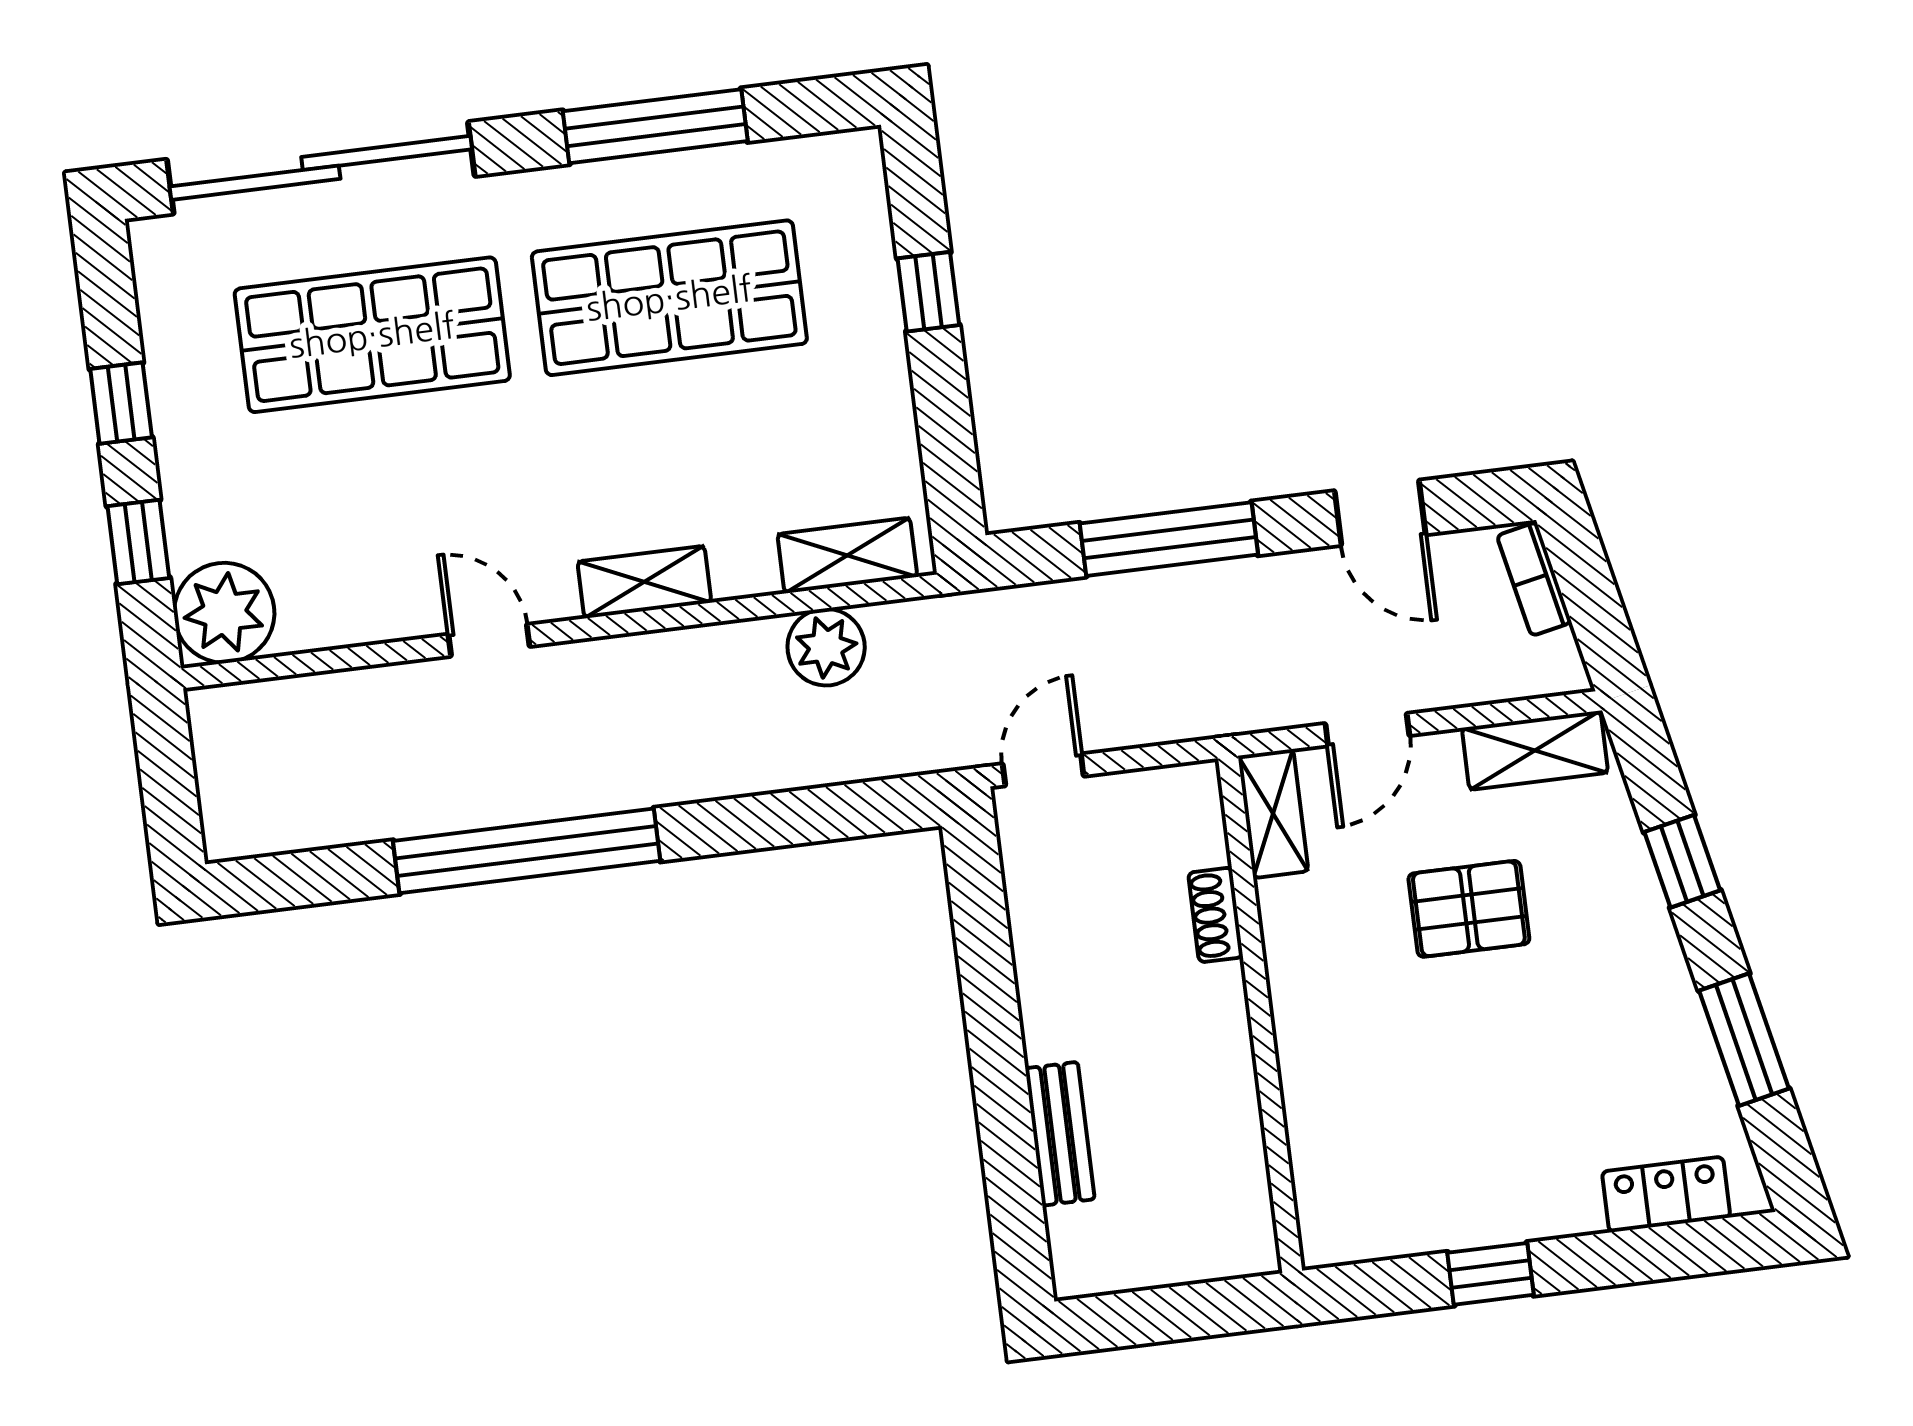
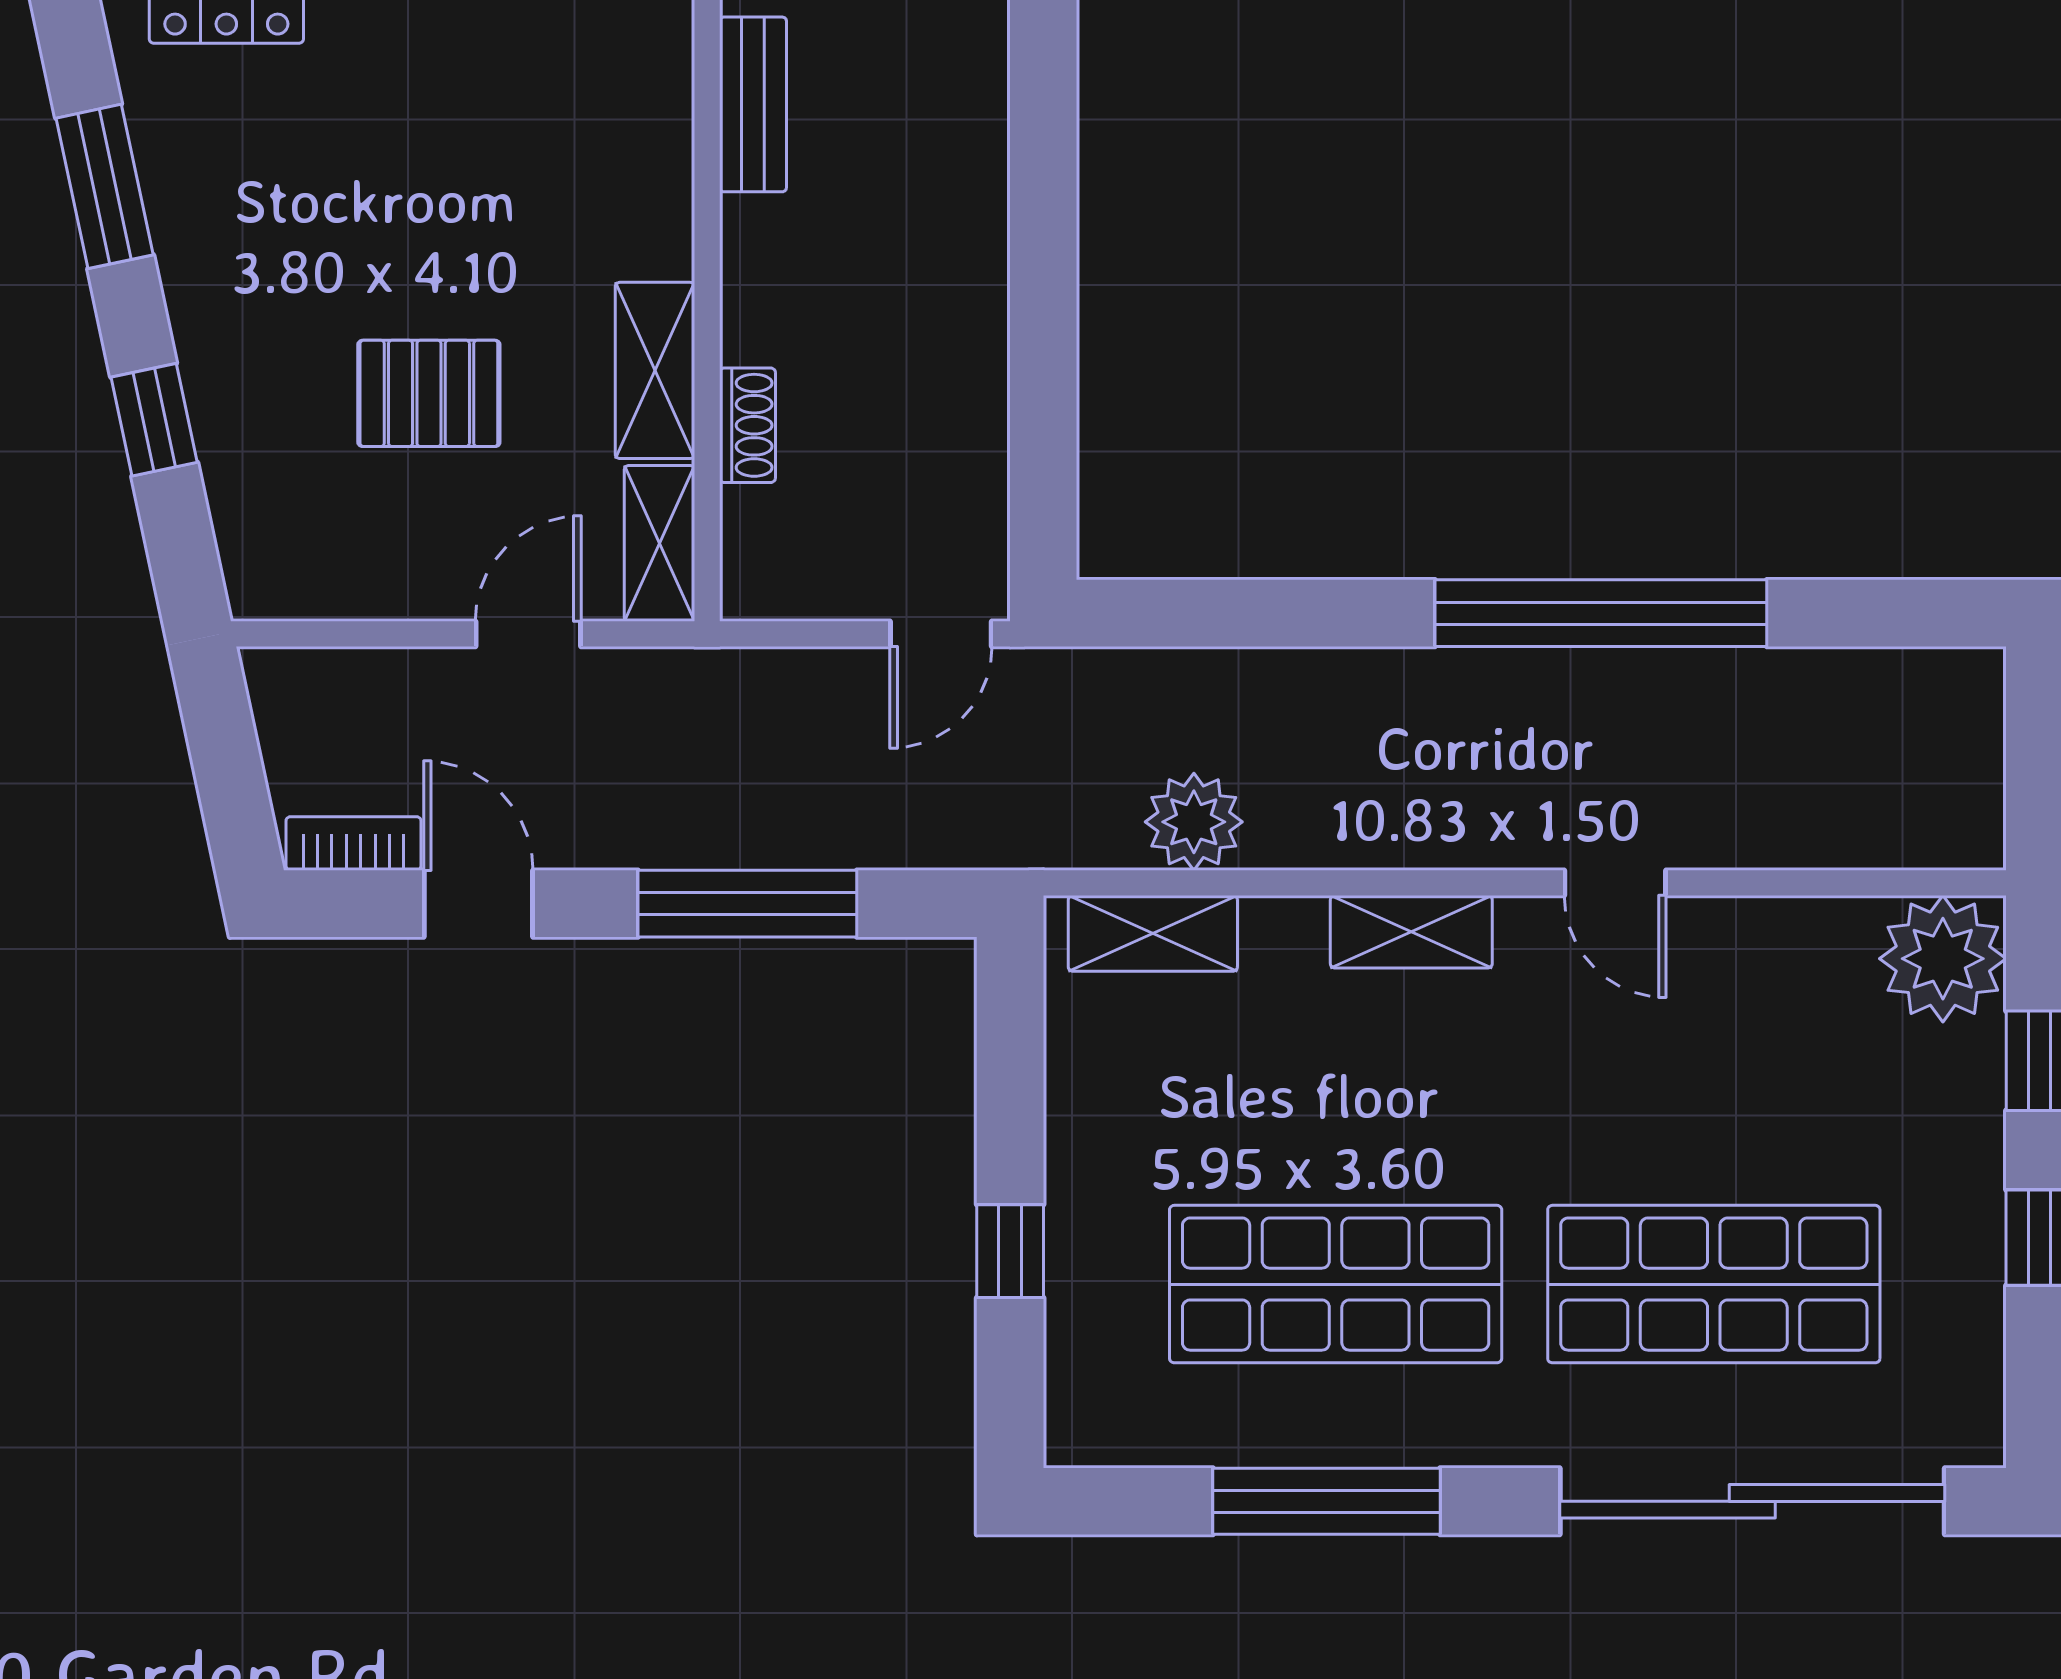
bookcase: (1534, 579) -> (354, 843), moved, turned -78
shelving: (1535, 750) -> (655, 370), moved, turned 90
bench: (1060, 1134) -> (753, 104), moved

